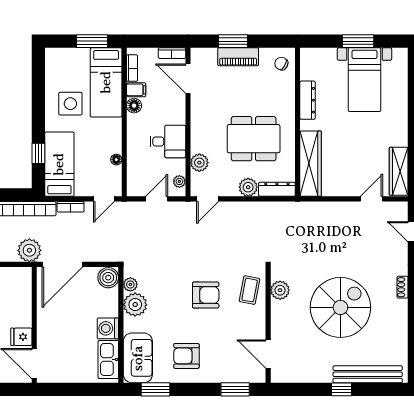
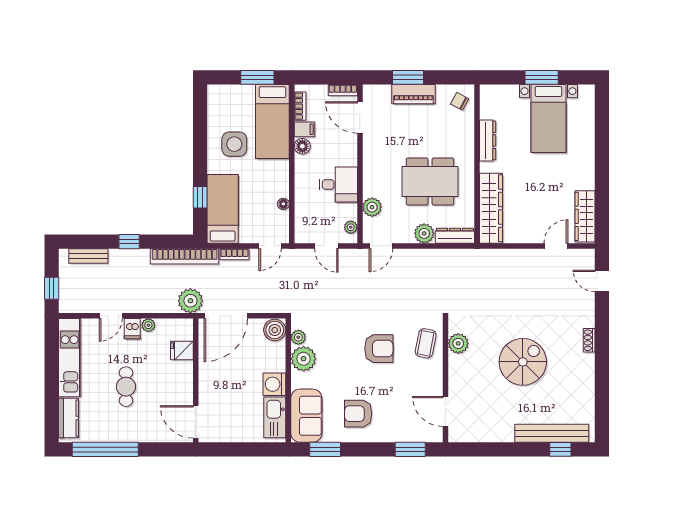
door: (157, 199) -> (326, 246), swing flipped
spiral stairs: (340, 307) -> (523, 362), width x0.73, depth x0.73
fridge: (21, 337) -> (182, 351), moved
window: (342, 389) -> (560, 449), moved

